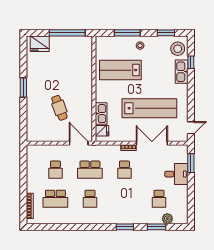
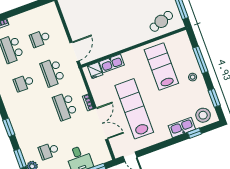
cafe table: (59, 108) -> (161, 21), moved
lab bench: (149, 108) -> (134, 109), turned 180
school desk: (124, 170) -> (65, 106), width x1.85

